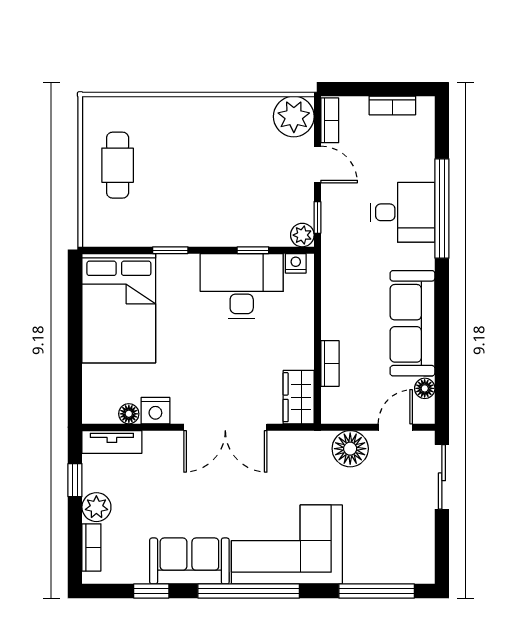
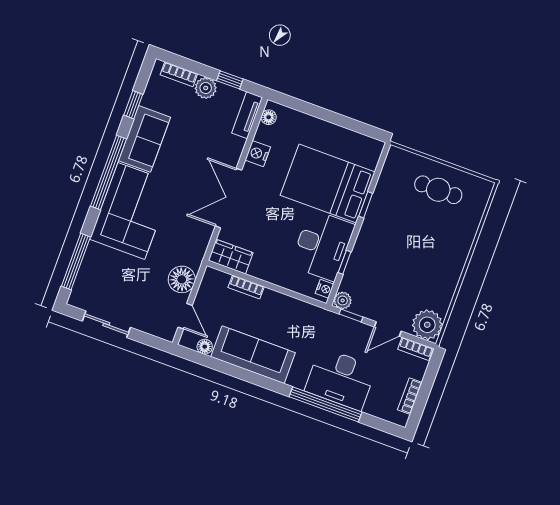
desk: (403, 212) -> (341, 379), width x1.37
bed: (119, 308) -> (328, 184), moved
floor lamp: (129, 414) -> (269, 117), moved
sliding door: (442, 477) -> (106, 324), moved

